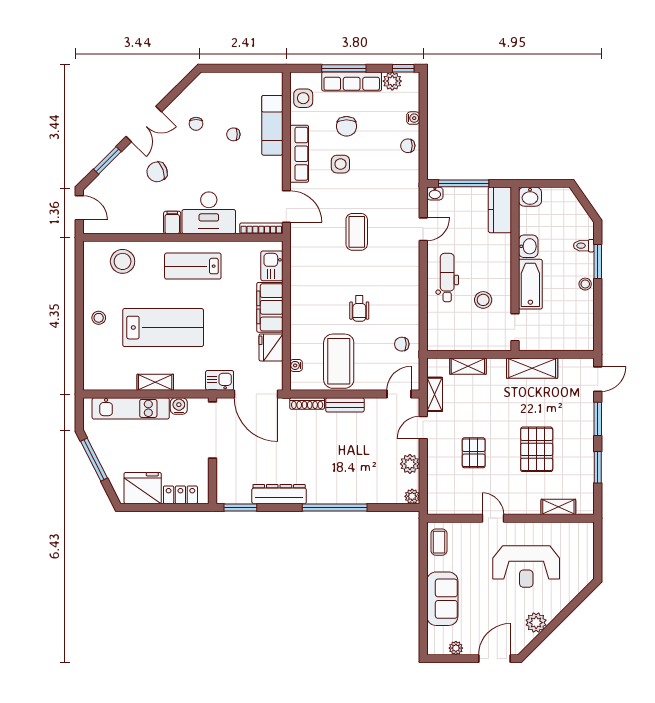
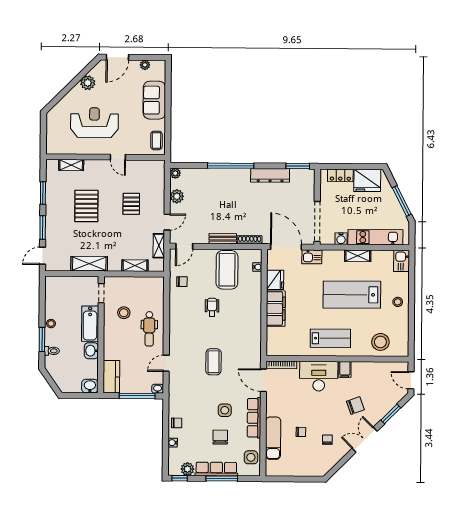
kitchen sink: (272, 266) -> (401, 261), moved, turned 180

